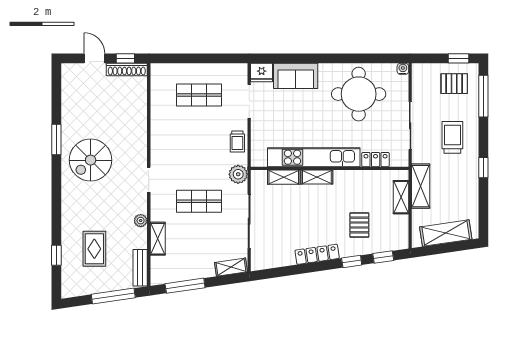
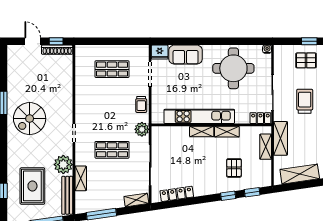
locker: (376, 160) -> (260, 118), moved
shelving: (284, 177) -> (227, 132), moved
plant: (141, 221) -> (63, 165), width x1.87, depth x1.87
rug: (94, 249) -> (32, 186), width x1.36, depth x1.43
locker: (317, 254) -> (177, 194), moved
bench: (140, 268) -> (67, 195), width x1.36

